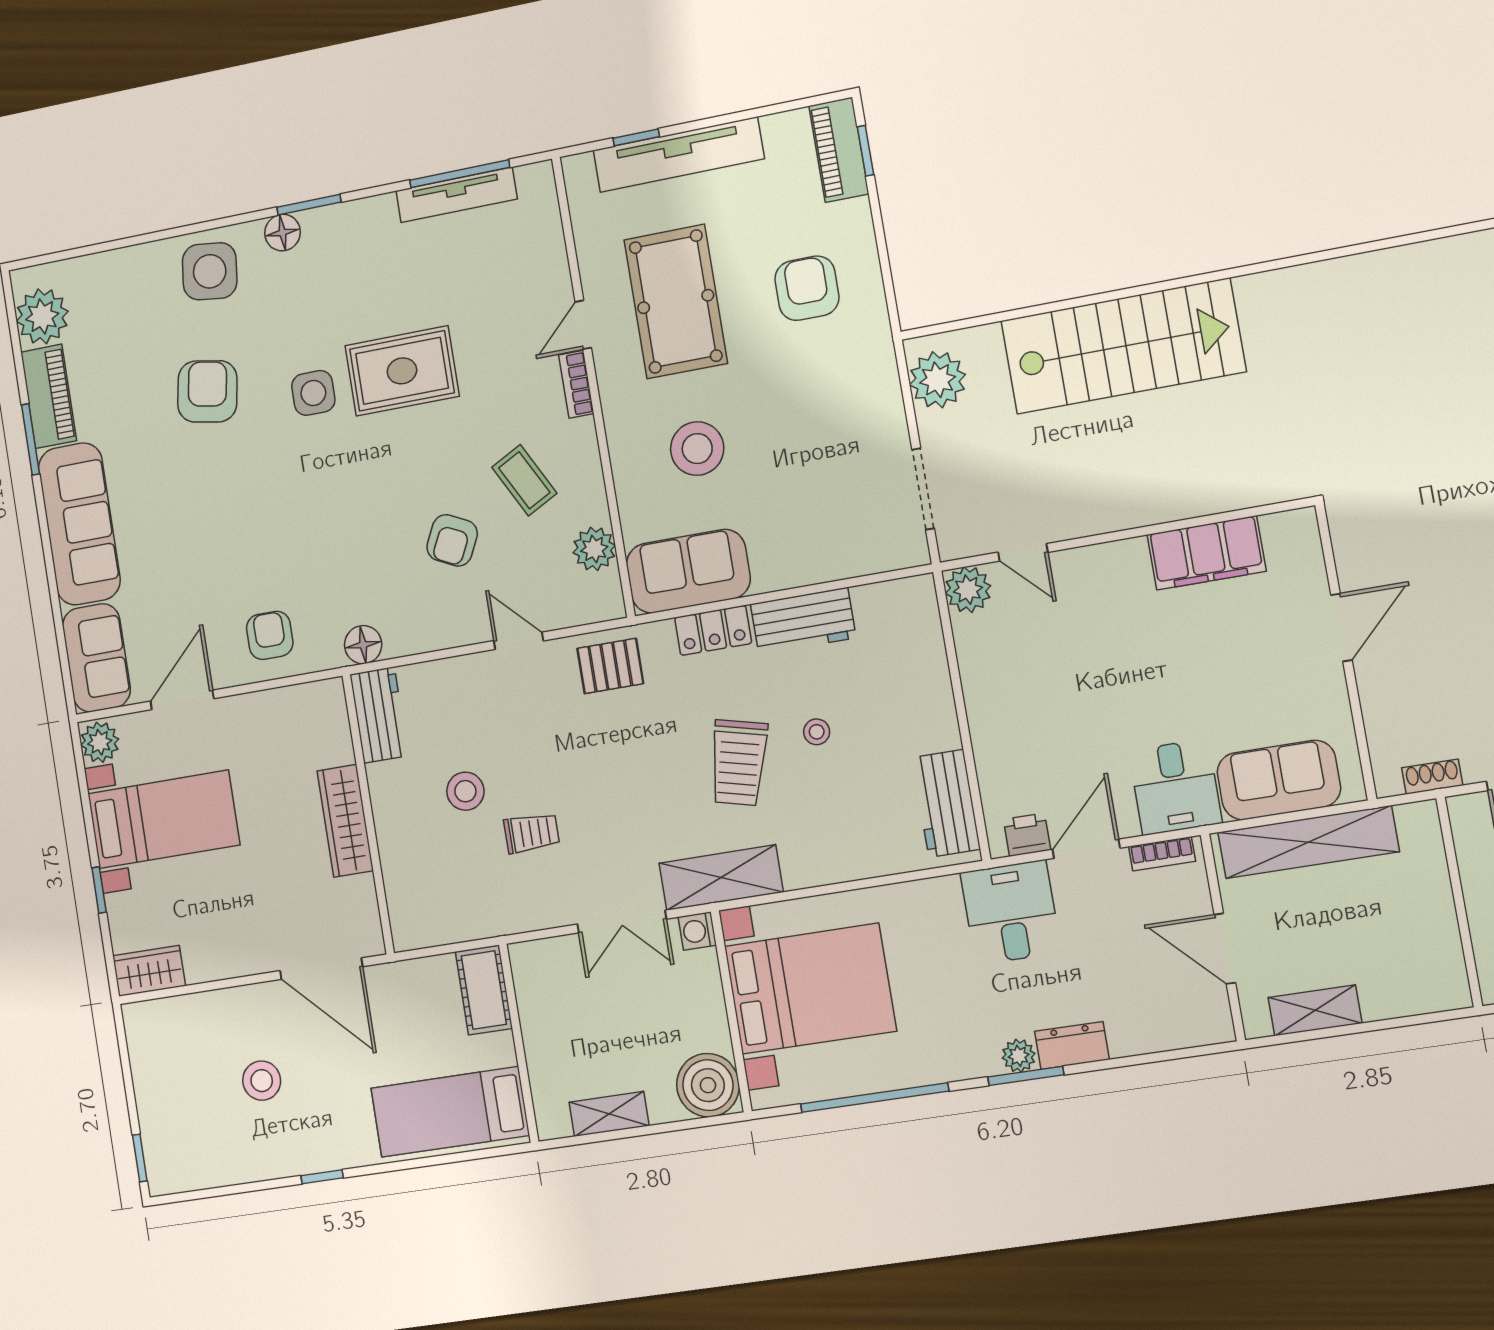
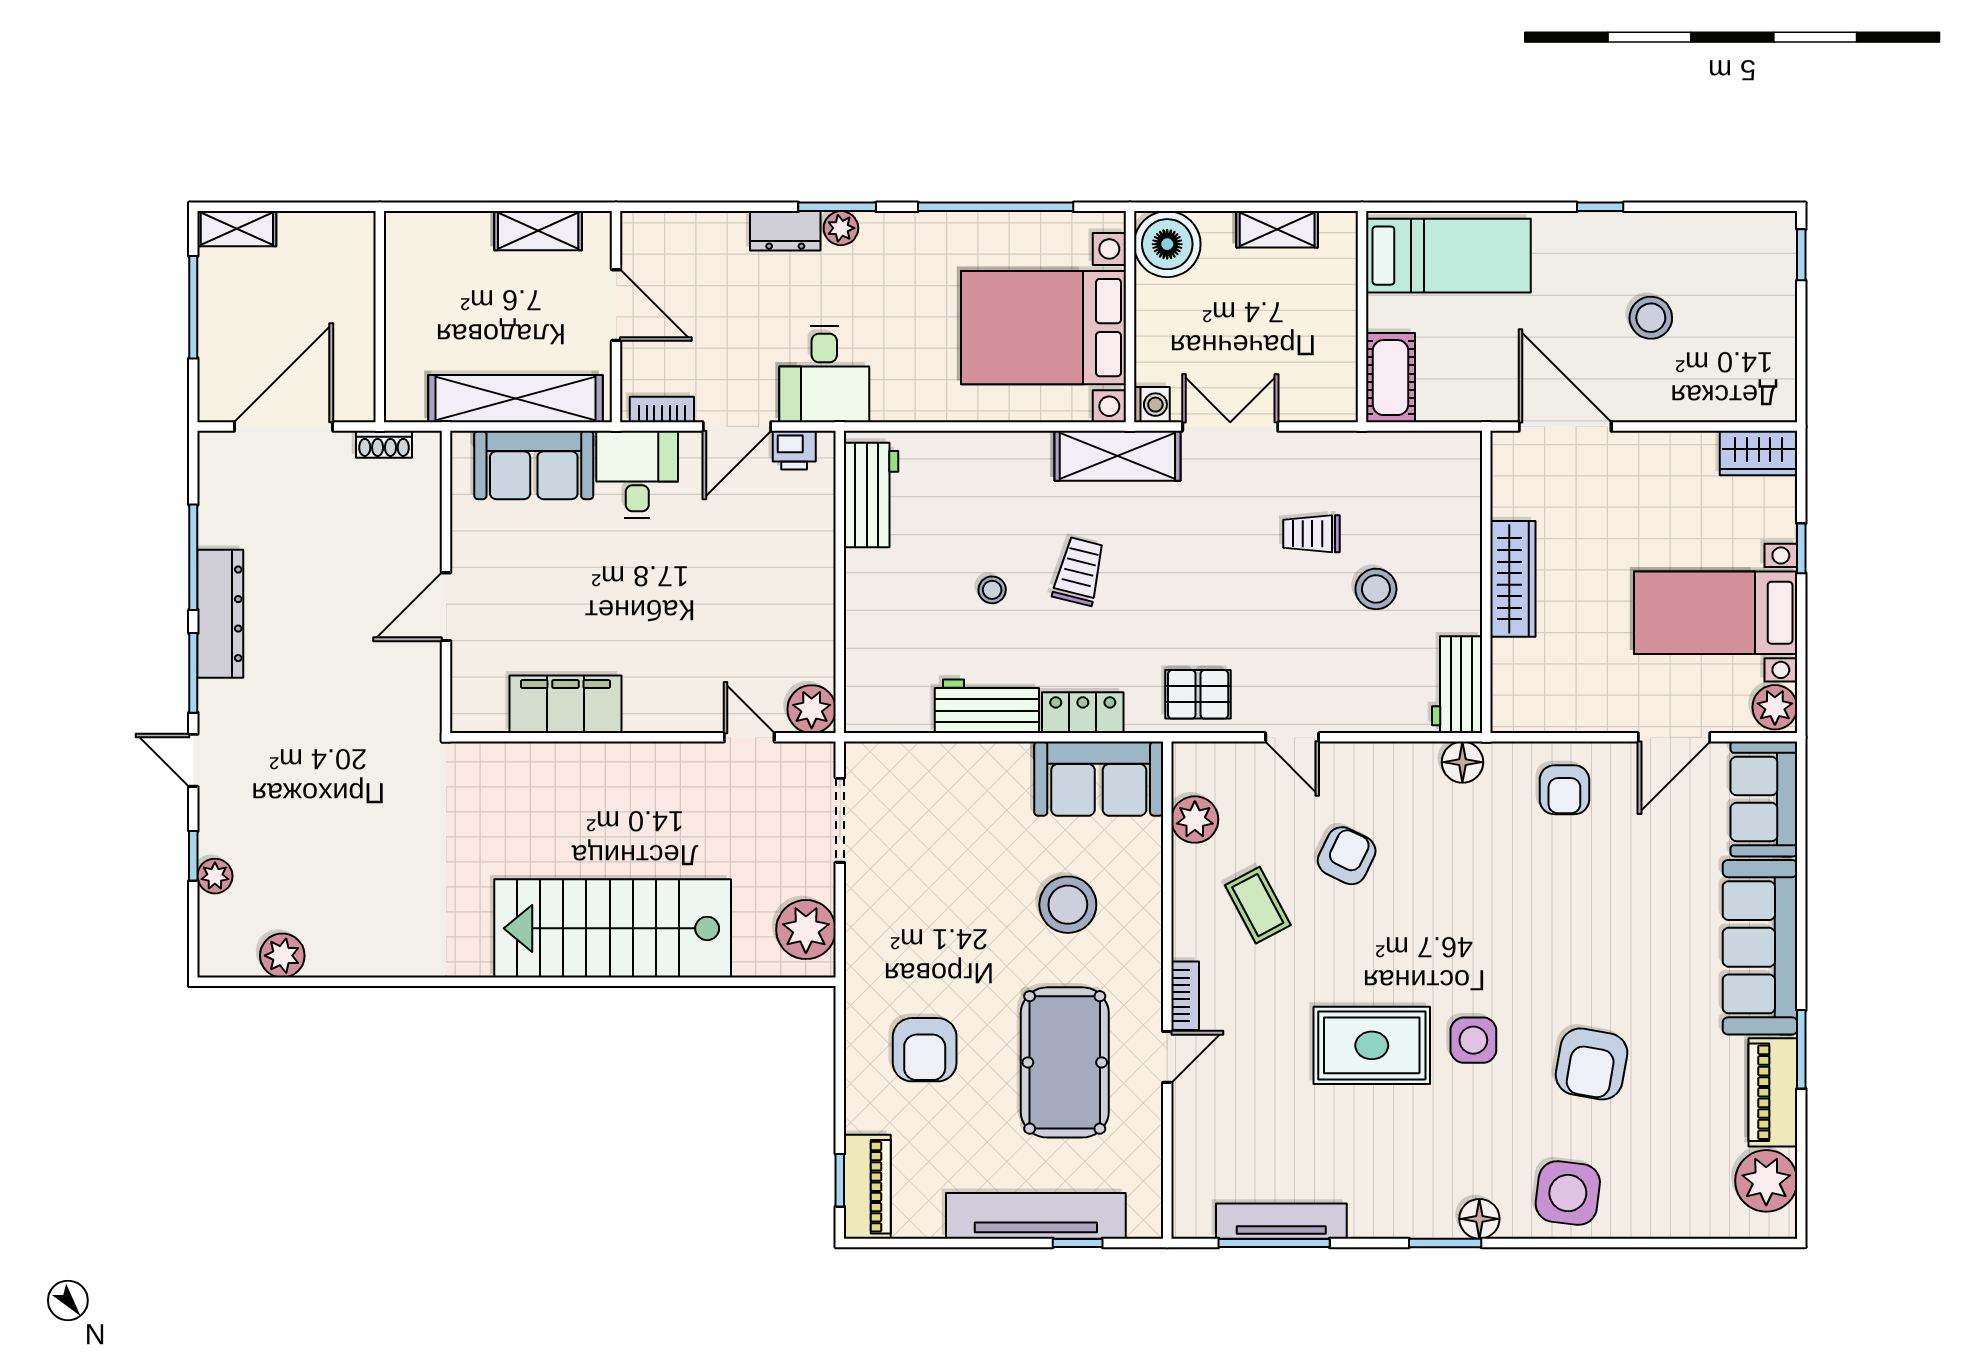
plant: (1444, 259) -> (282, 956), added
trolley: (739, 763) -> (1079, 571), width x0.73, depth x0.72

